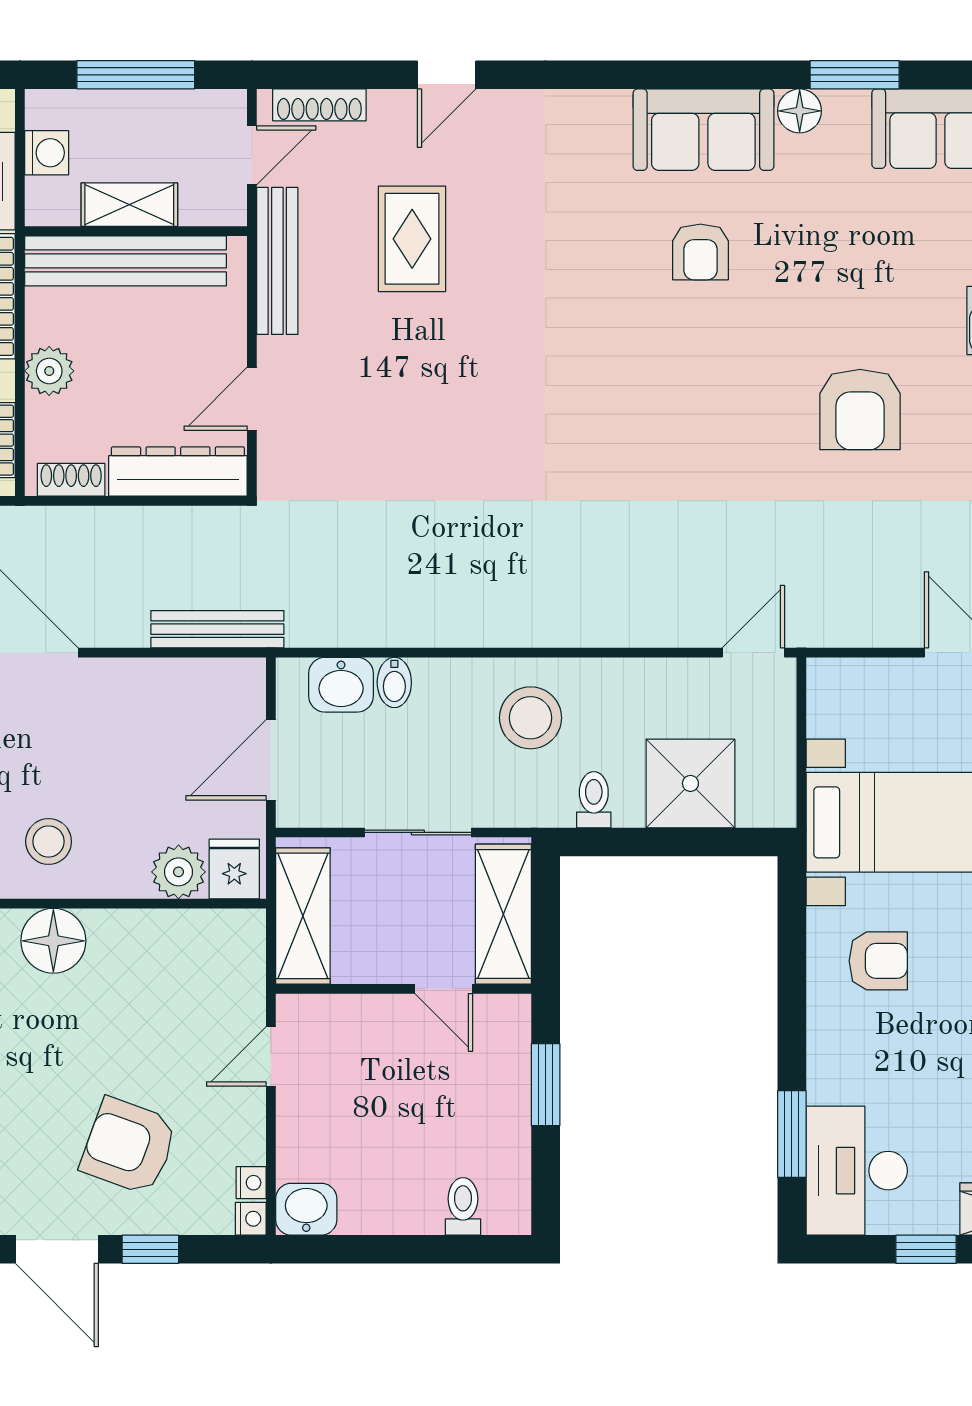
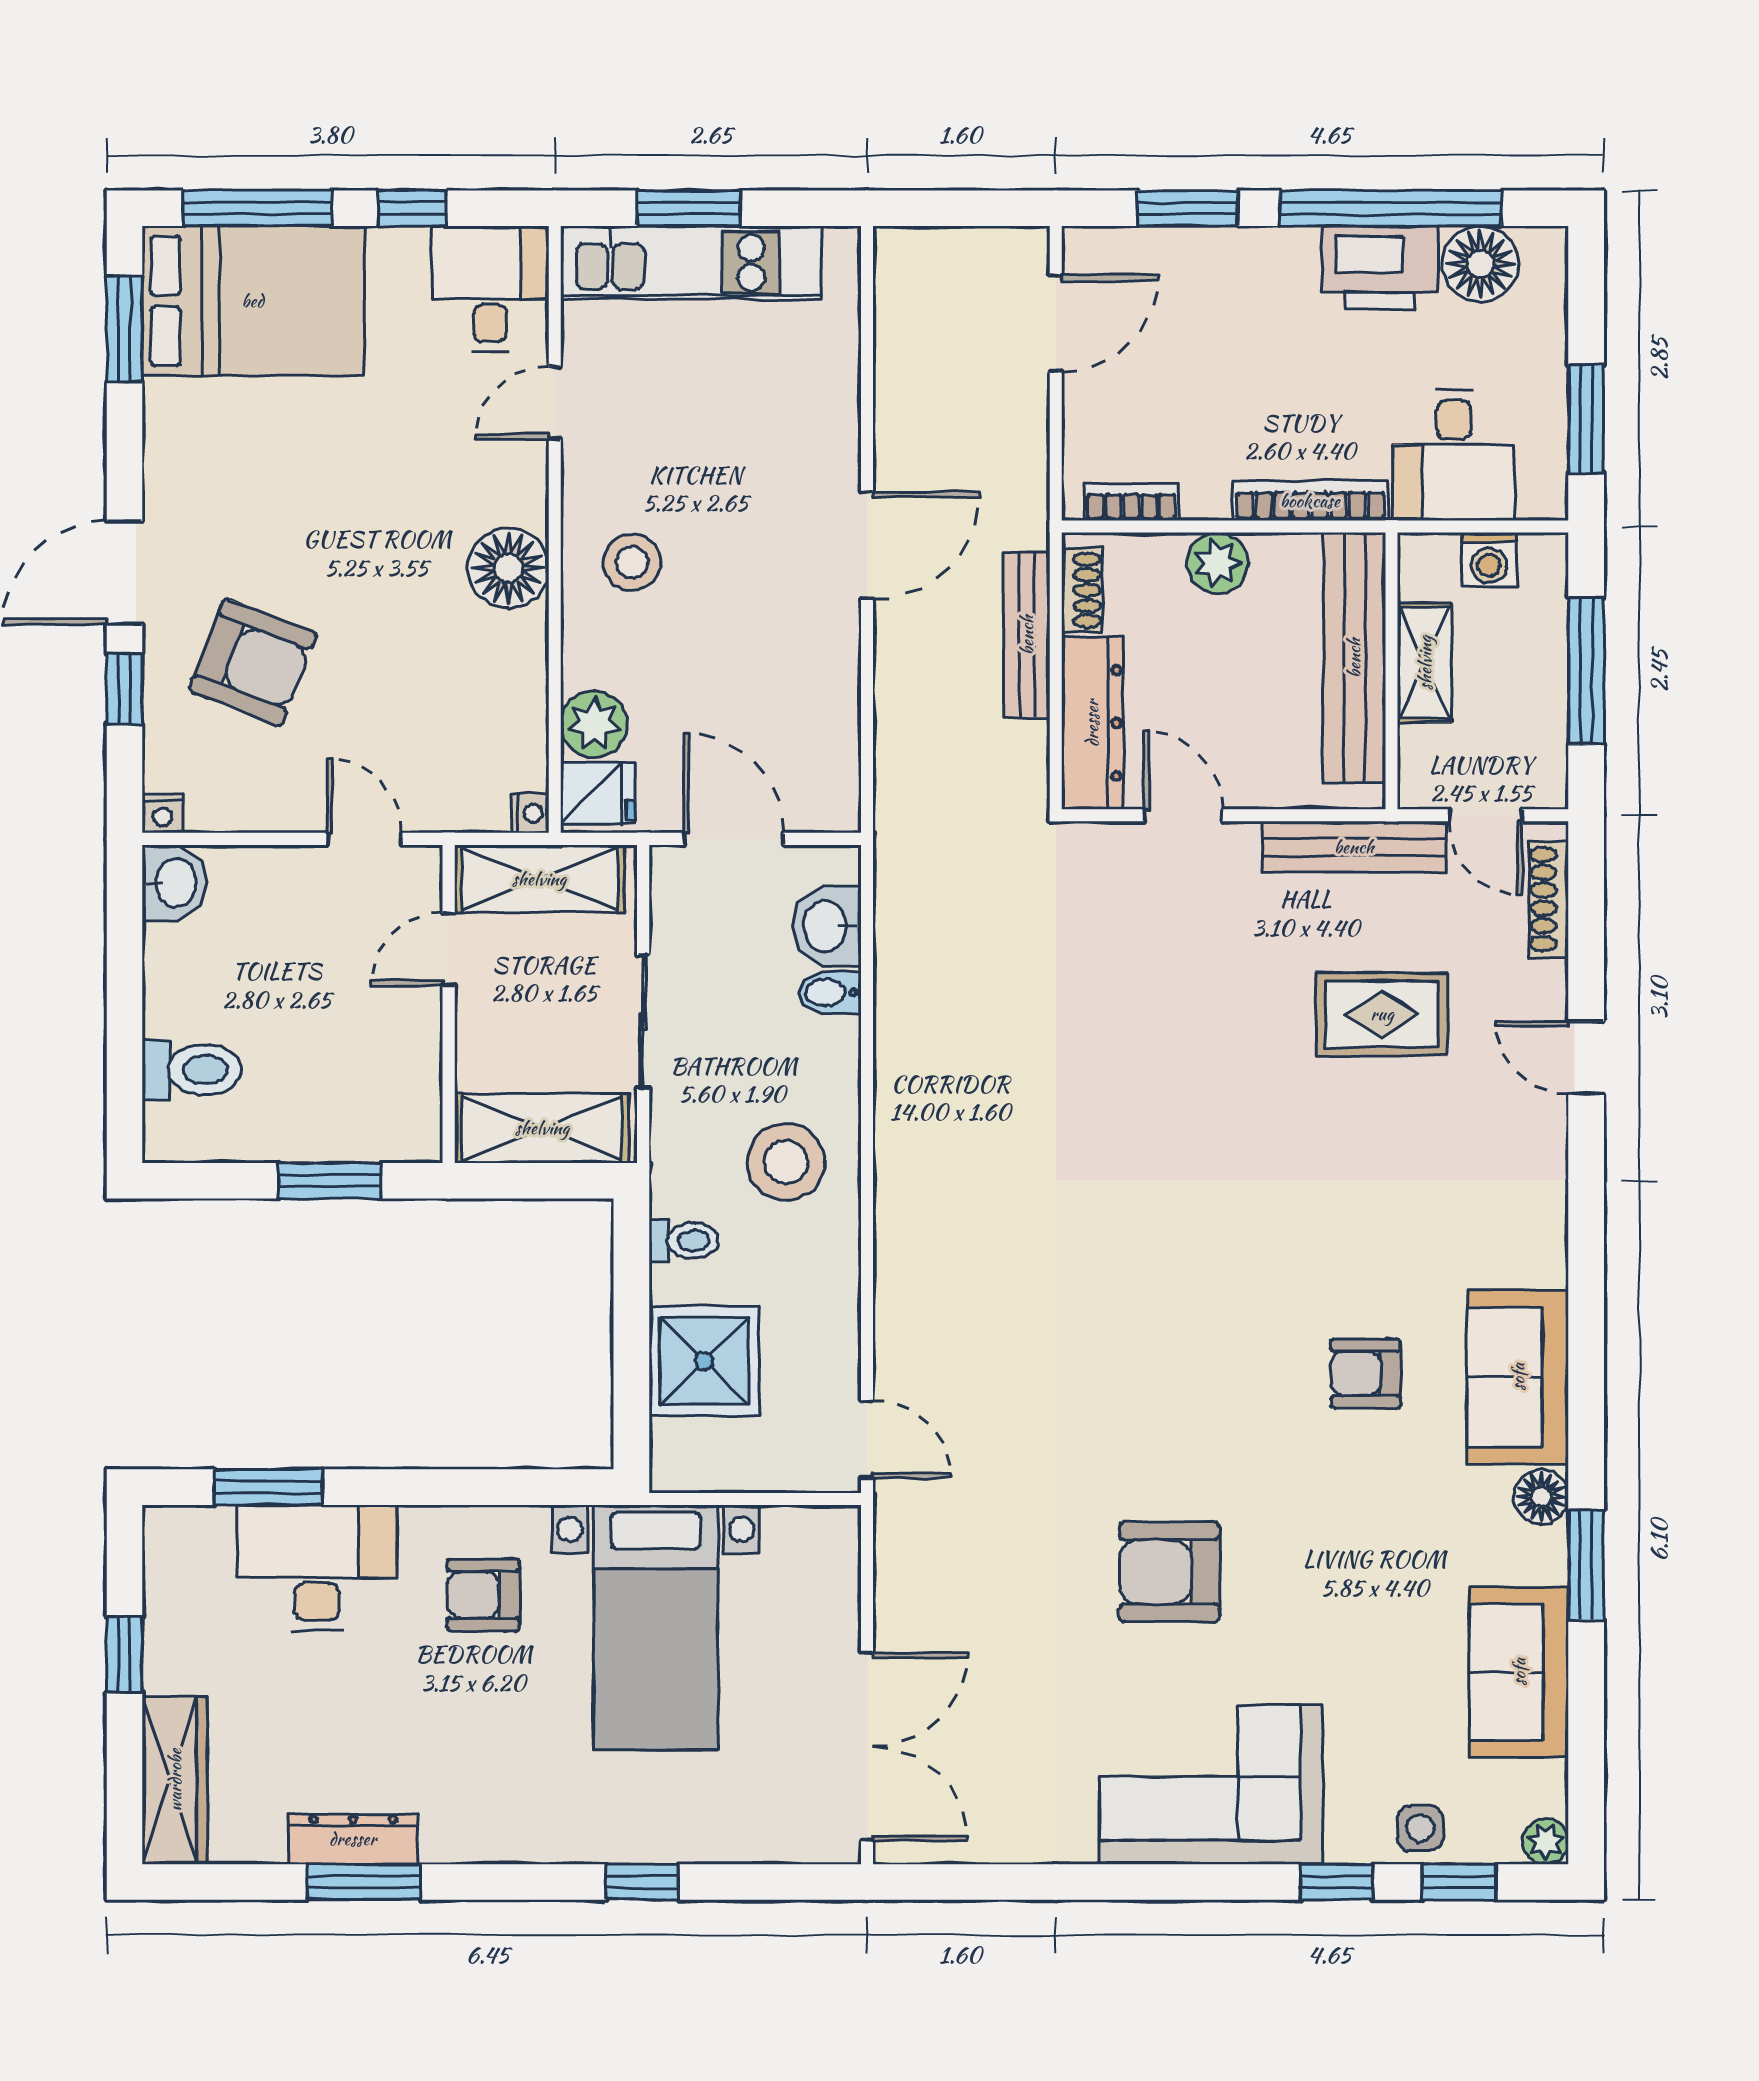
bench: (217, 629) -> (1027, 635), moved
armchair: (878, 961) -> (483, 1595), turned 90
door: (444, 989) -> (449, 949), moved
armchair: (129, 1146) -> (253, 662), turned 91
desk: (857, 1171) -> (317, 1568), moved
nightstand: (251, 1183) -> (530, 813), moved, turned -90
toilet: (463, 1206) -> (192, 1070), width x1.37, depth x1.39

